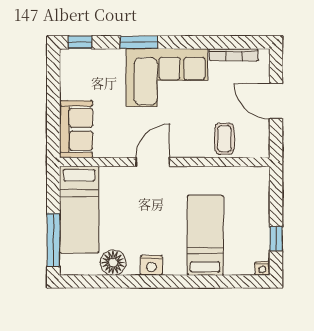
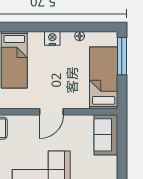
floor lamp: (113, 263) -> (80, 36), width x0.53, depth x0.53

